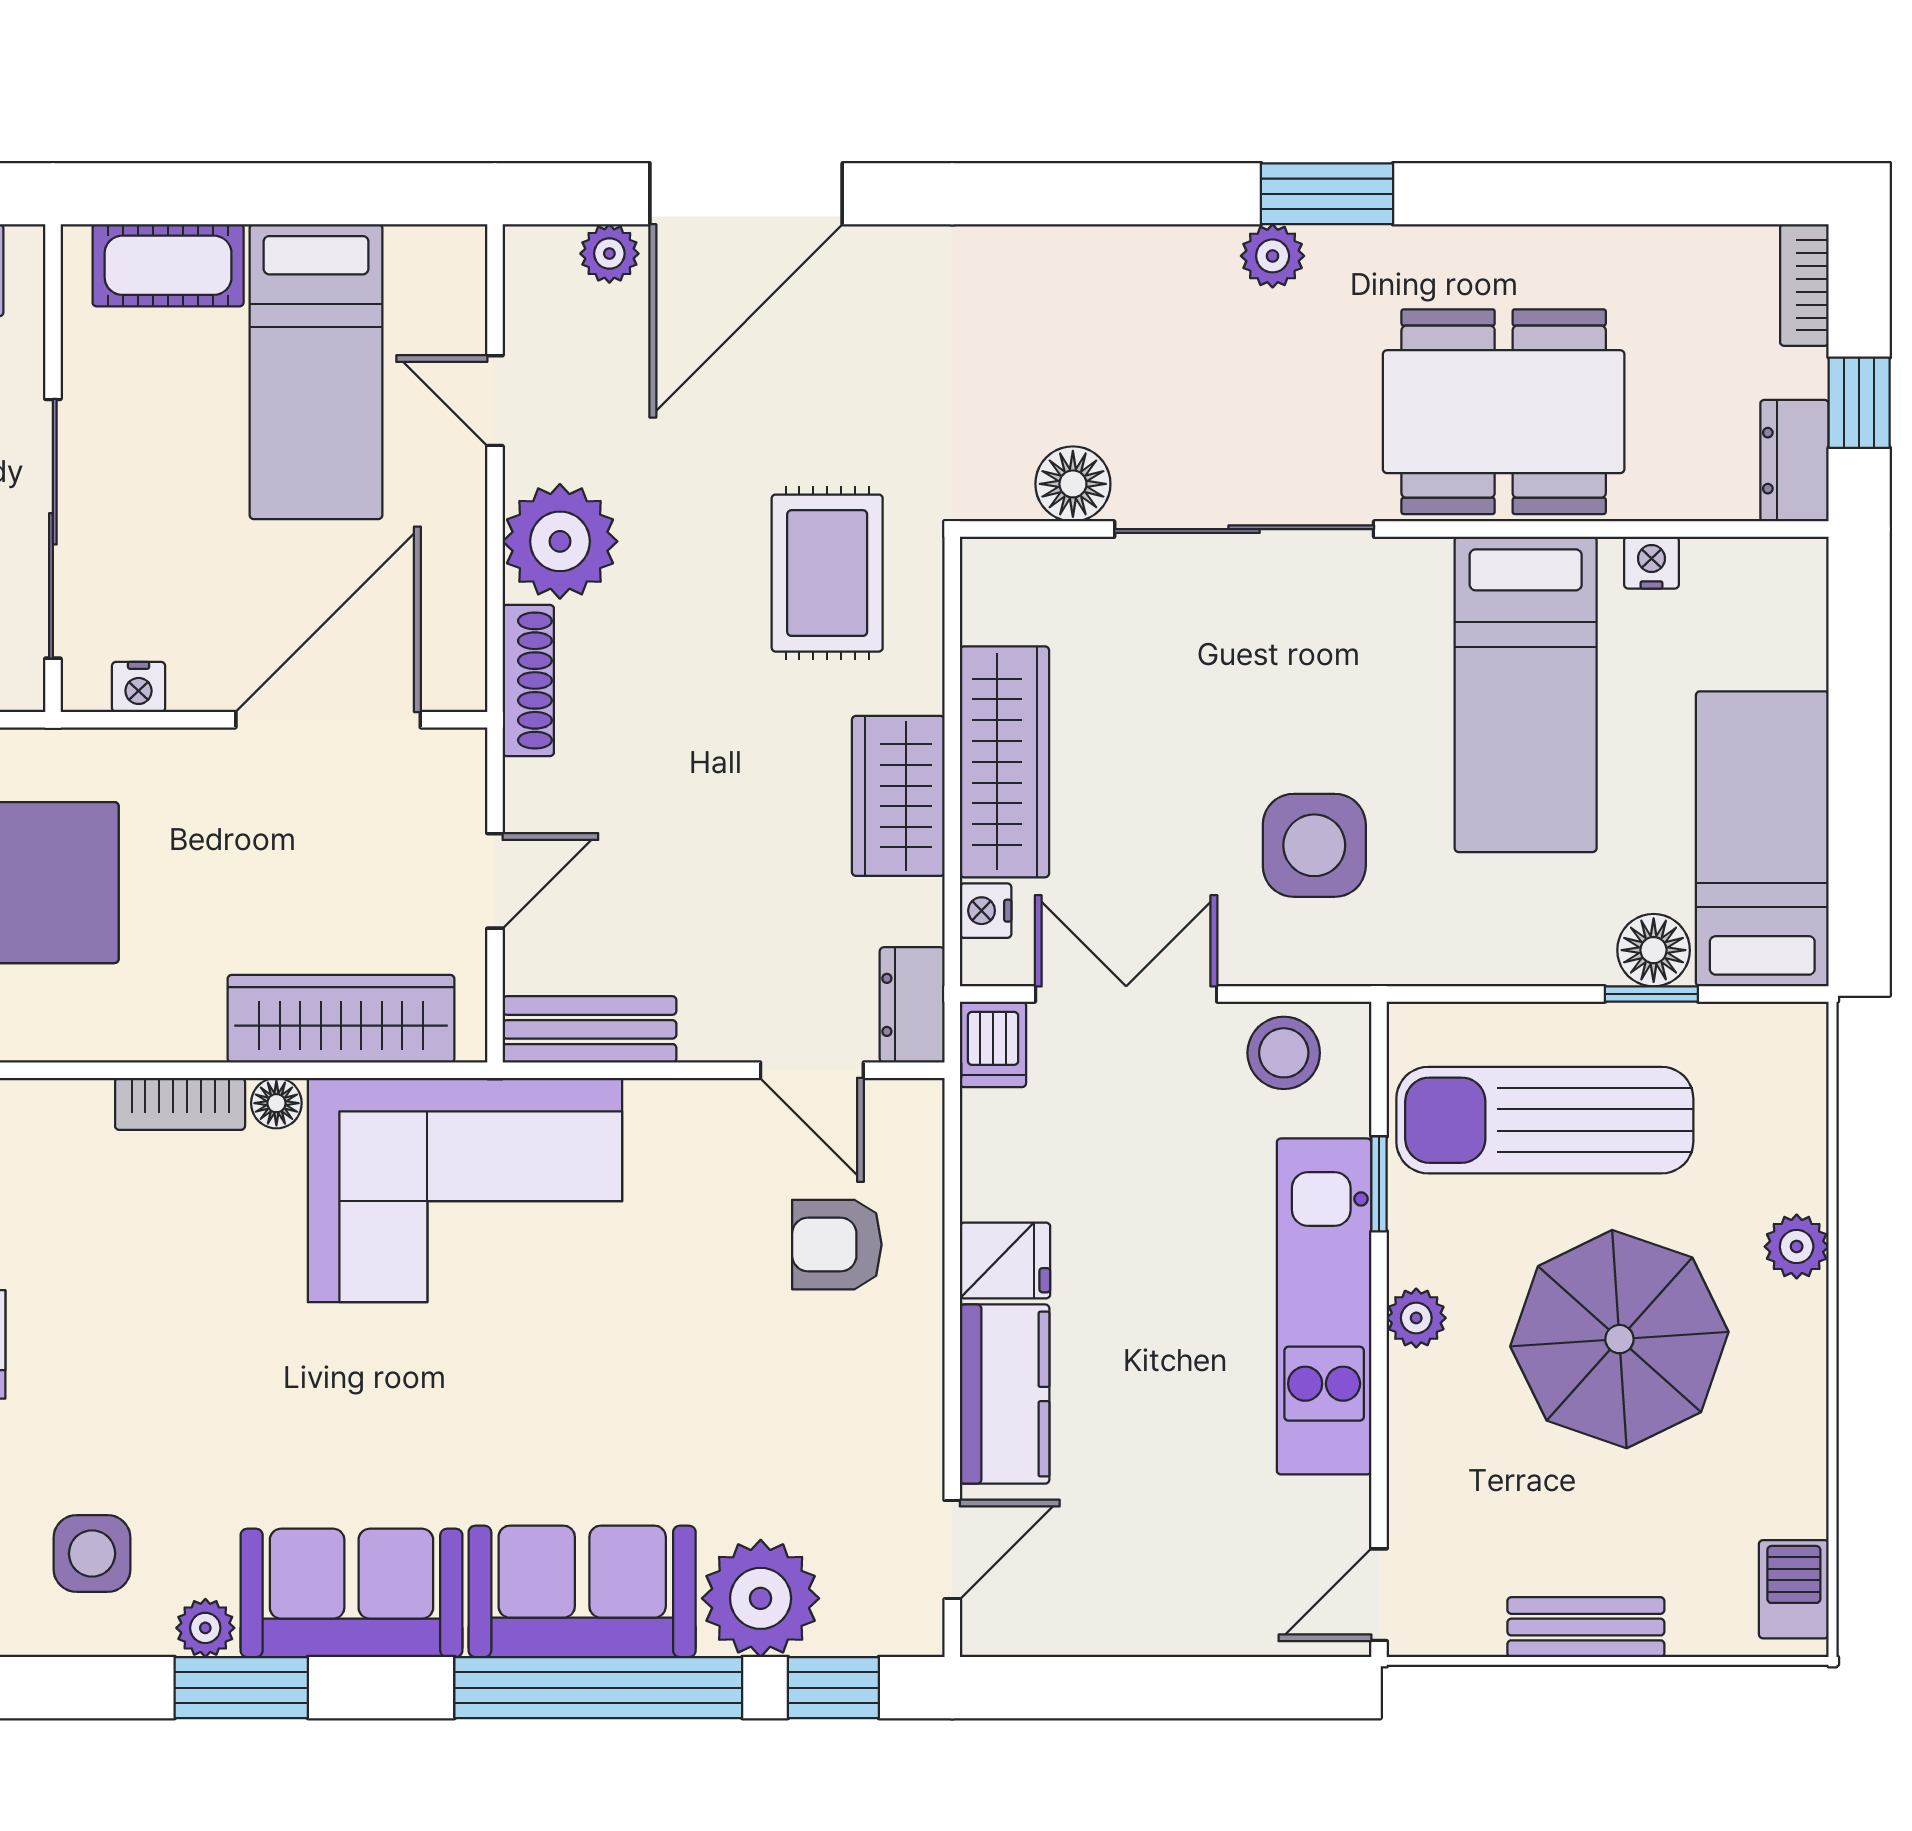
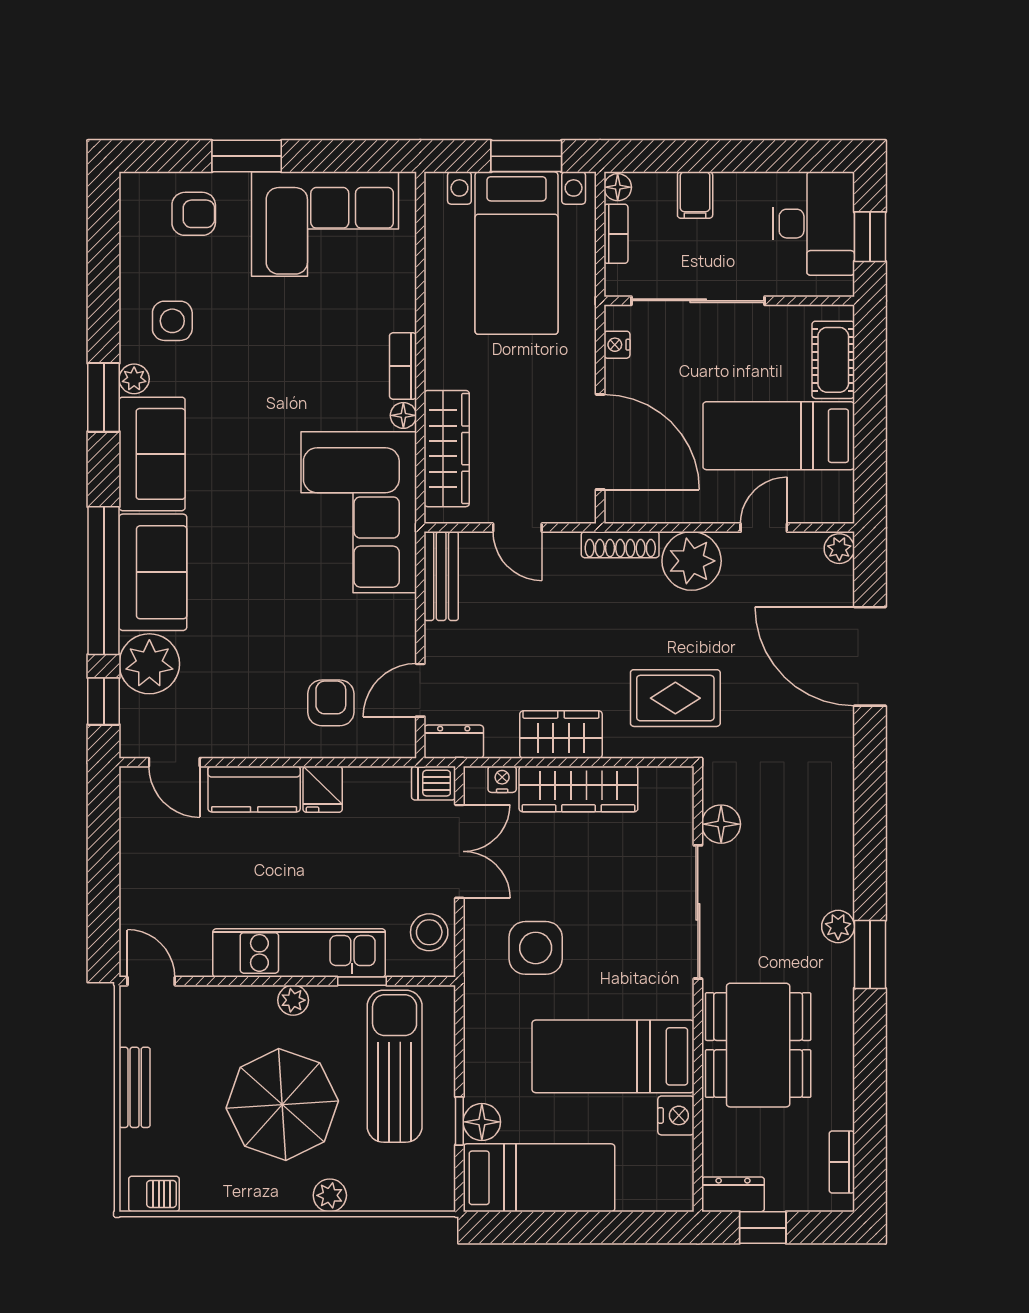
plant: (609, 254) -> (839, 549), moved
bookcase: (1804, 285) -> (842, 1162), moved, turned -90
nightstand: (1651, 563) -> (676, 1115), width x1.39, depth x1.35

